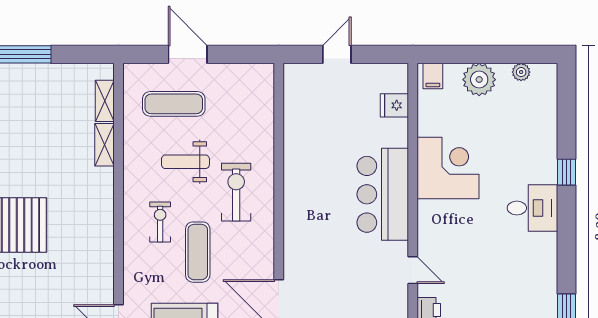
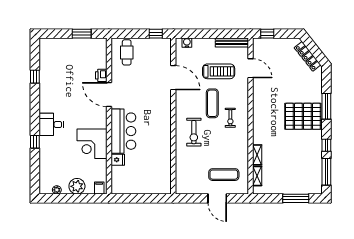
door: (337, 54) -> (145, 198), removed
fridge: (394, 105) -> (118, 160), moved
weight bench: (185, 162) -> (218, 147), removed
door: (413, 270) -> (109, 95), width x1.87

